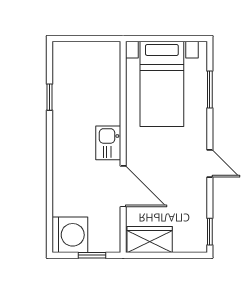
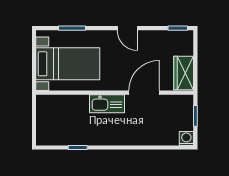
kitchen sink: (108, 143) -> (107, 104), width x1.38
door: (210, 164) -> (127, 28), swing flipped
washing machine: (70, 235) -> (186, 139), width x0.53, depth x0.53

